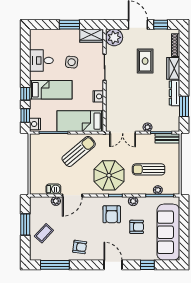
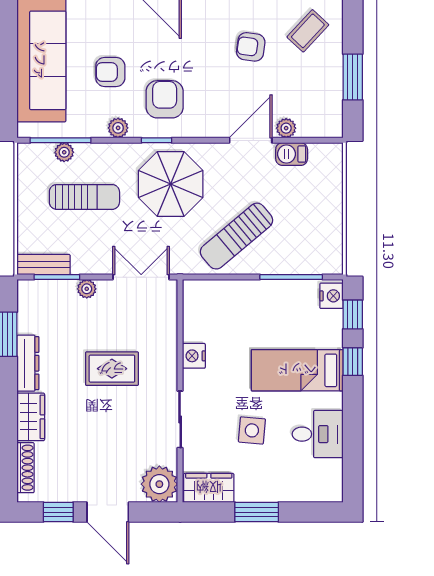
rug: (145, 61) -> (112, 369), moved, turned 90
bed: (80, 121) -> (233, 302), removed
coffee table: (44, 233) -> (308, 31), moved
armchair: (80, 247) -> (251, 47), moved

